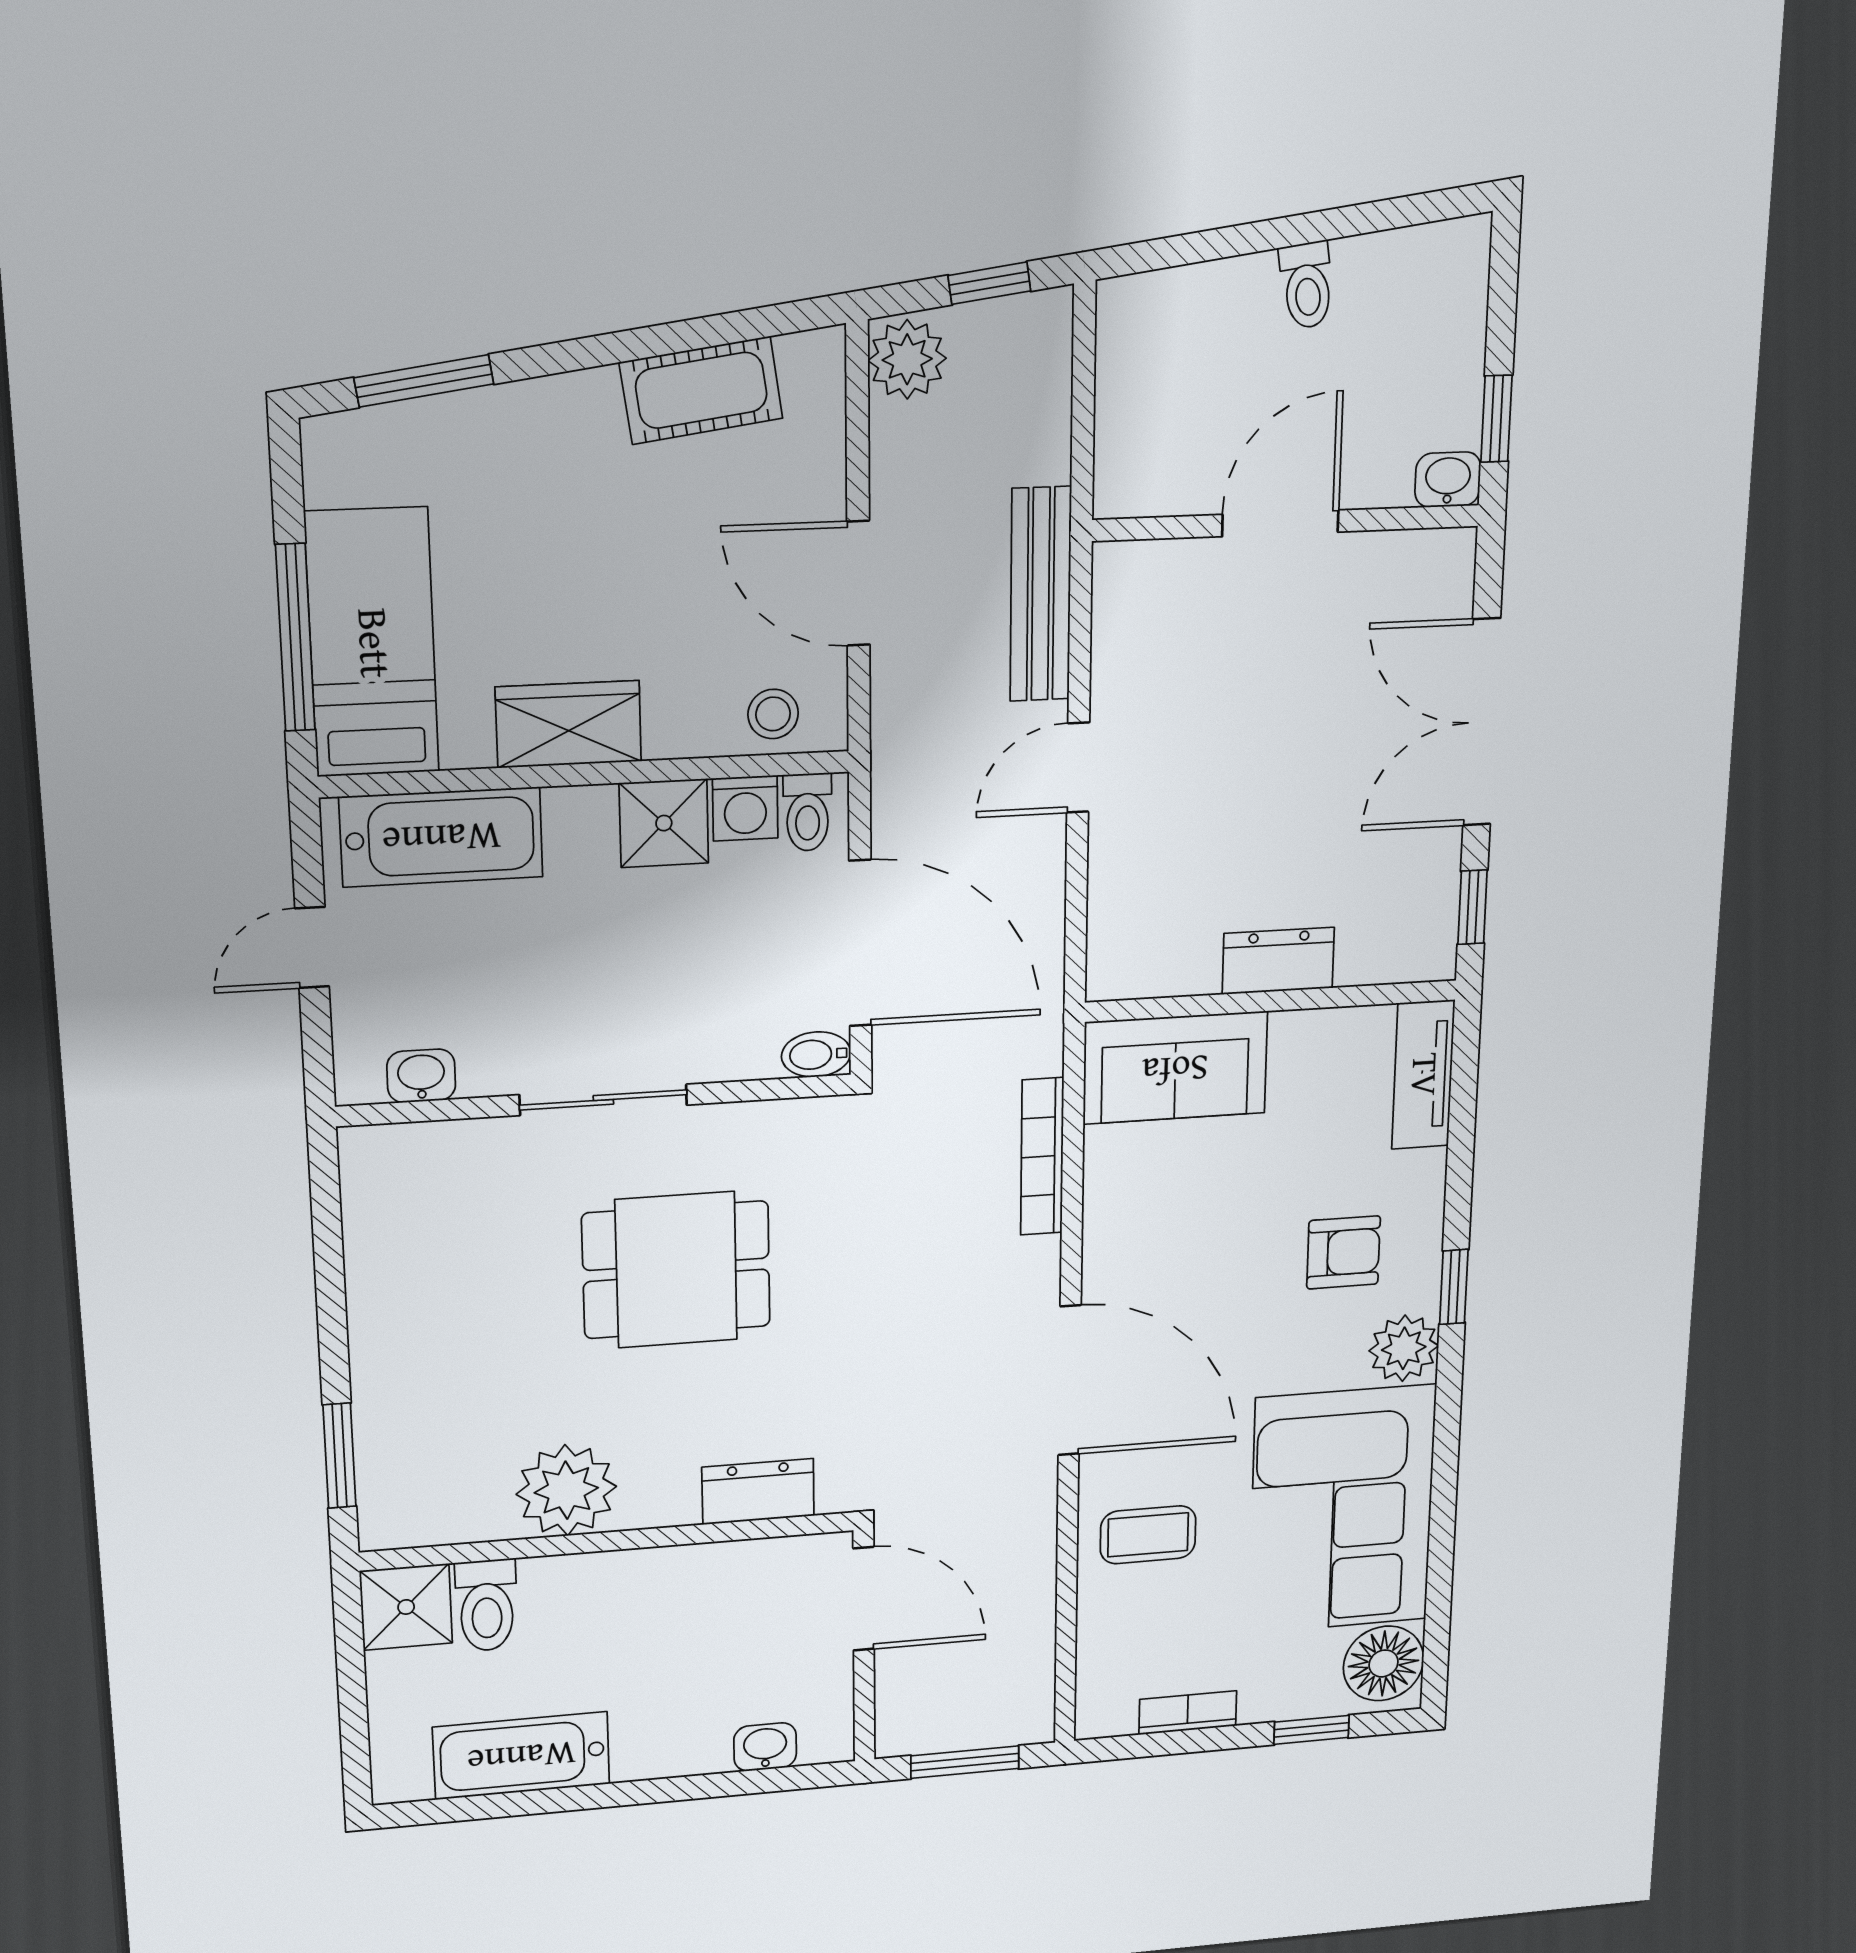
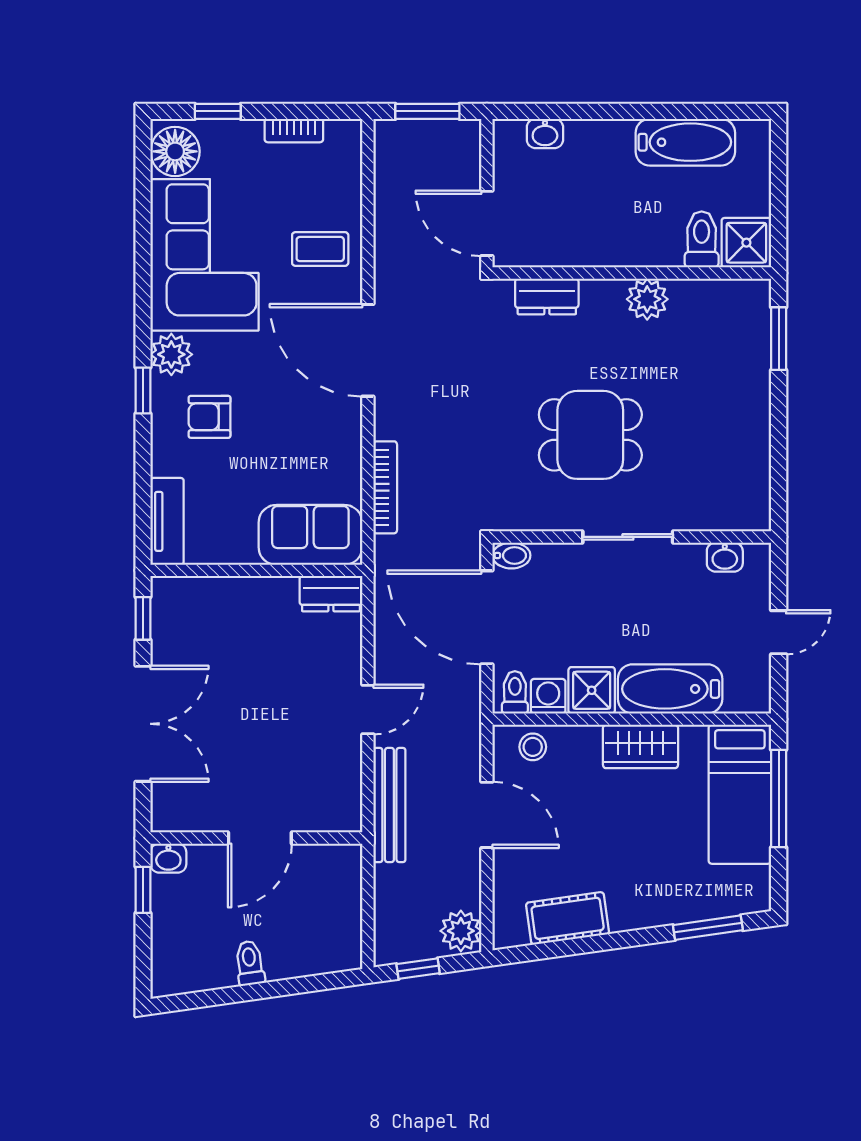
bathtub: (441, 837) -> (670, 689), moved
dresser: (1278, 961) -> (331, 594), moved
plant: (566, 1490) -> (647, 299), width x0.73, depth x0.73

